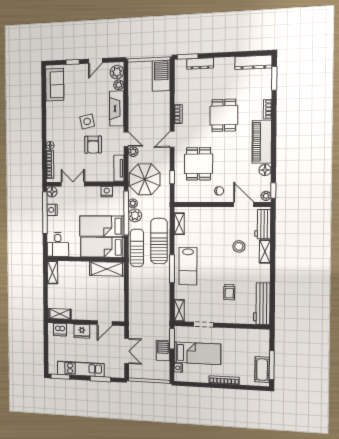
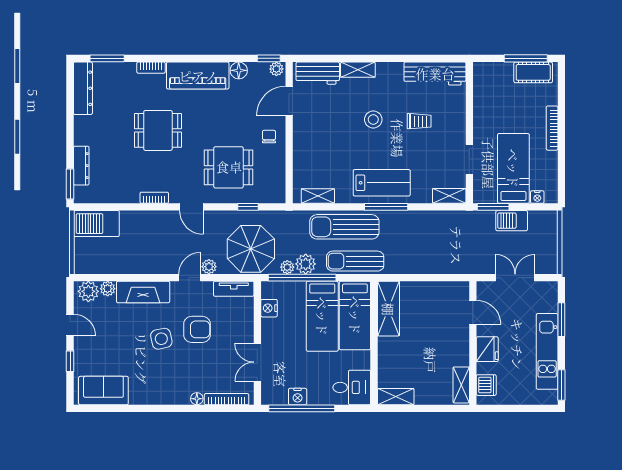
floor lamp: (52, 192) -> (269, 397), removed
stool: (239, 246) -> (373, 119), moved

